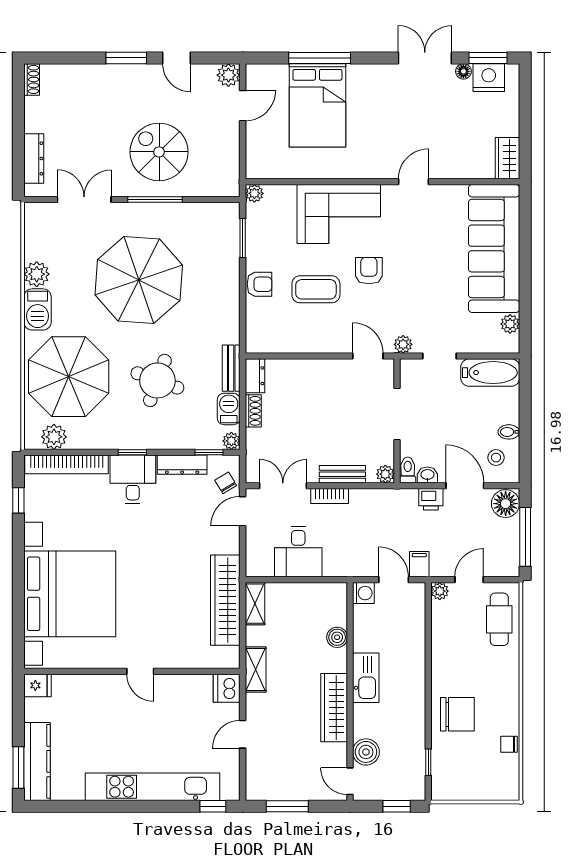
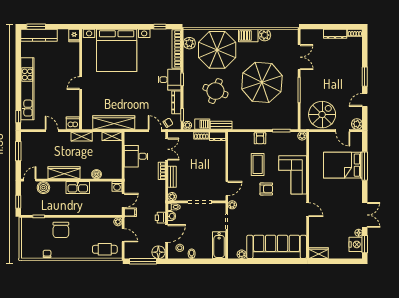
spiral stairs: (159, 152) -> (322, 115), moved
dresser: (34, 158) -> (335, 34), moved

